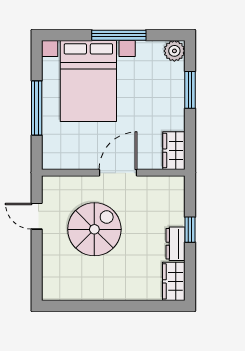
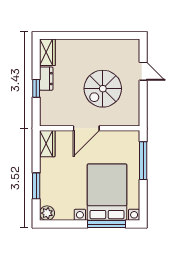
window: (119, 35) -> (107, 224), moved
window: (37, 108) -> (143, 161), moved
door: (37, 216) -> (143, 71), moved

